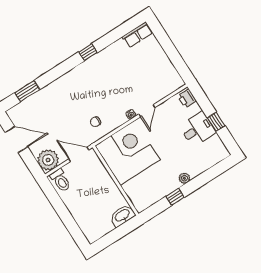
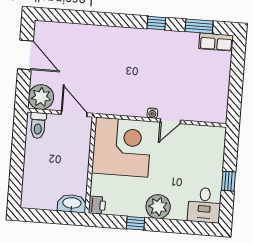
window: (27, 91) -> (199, 26), moved
printer: (187, 98) -> (97, 205), moved, turned 180
chair: (95, 122) -> (113, 95), removed
desk: (198, 129) -> (204, 205), moved, turned 90
plant: (184, 178) -> (158, 207), width x1.88, depth x1.88

